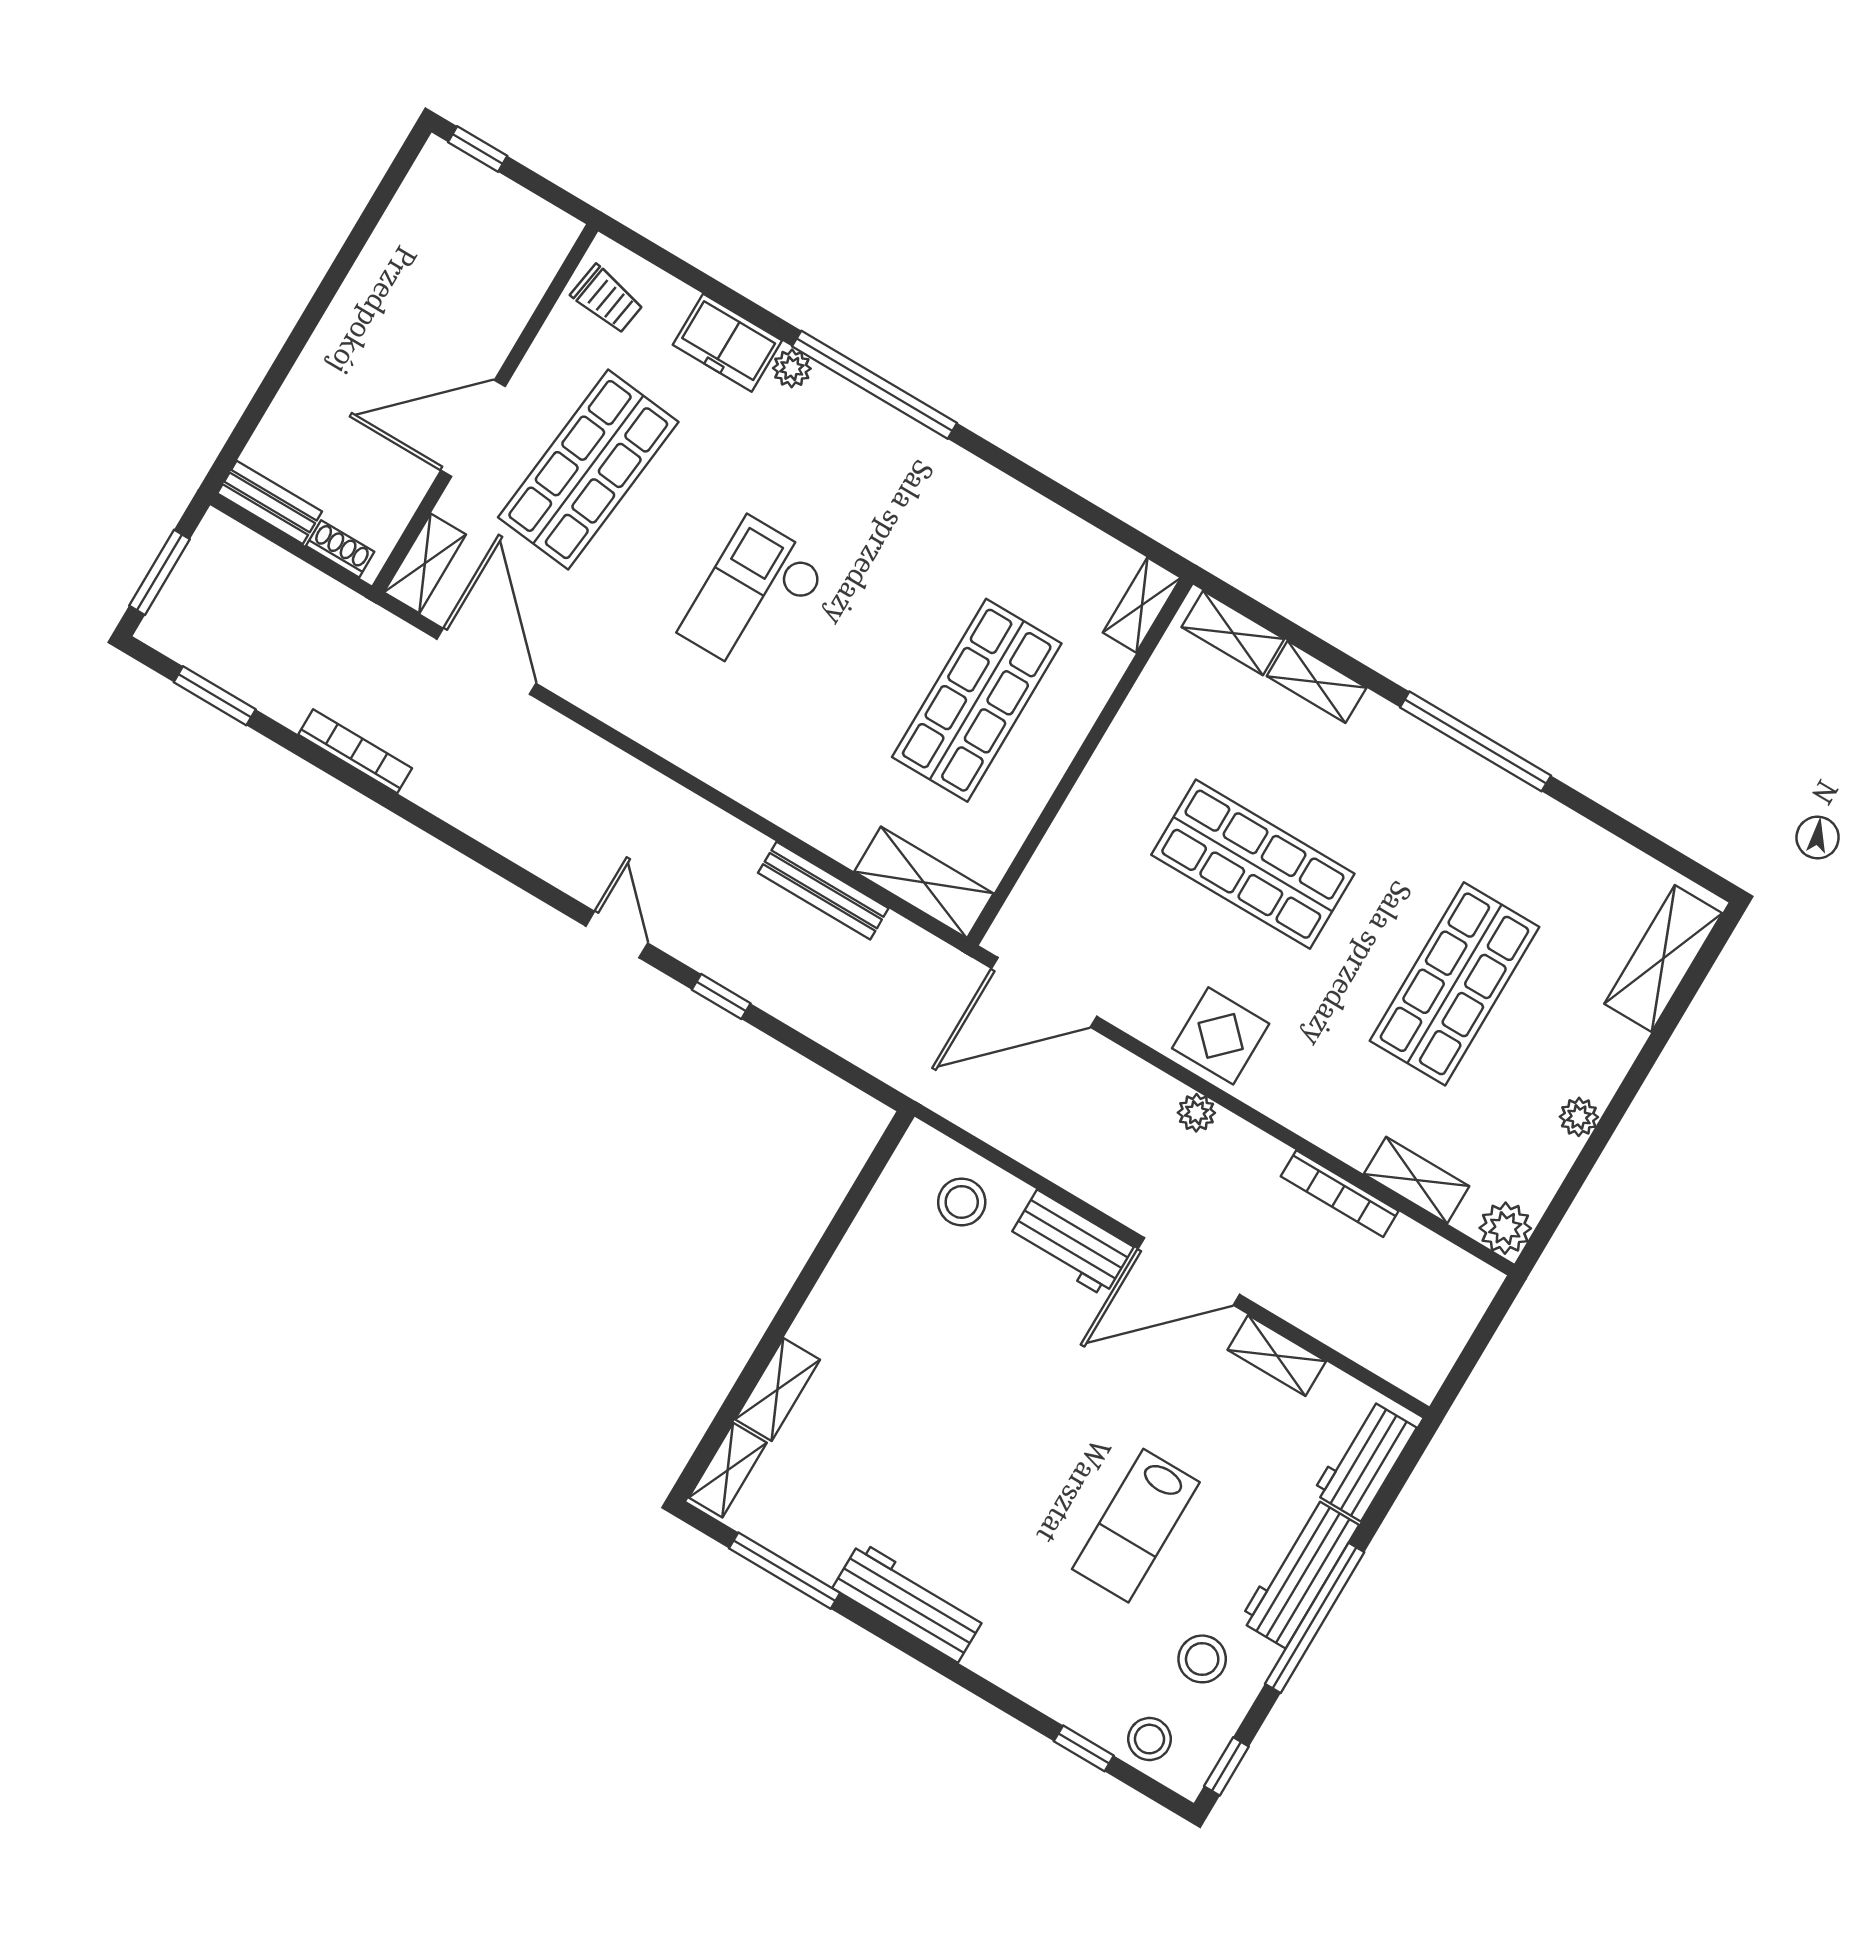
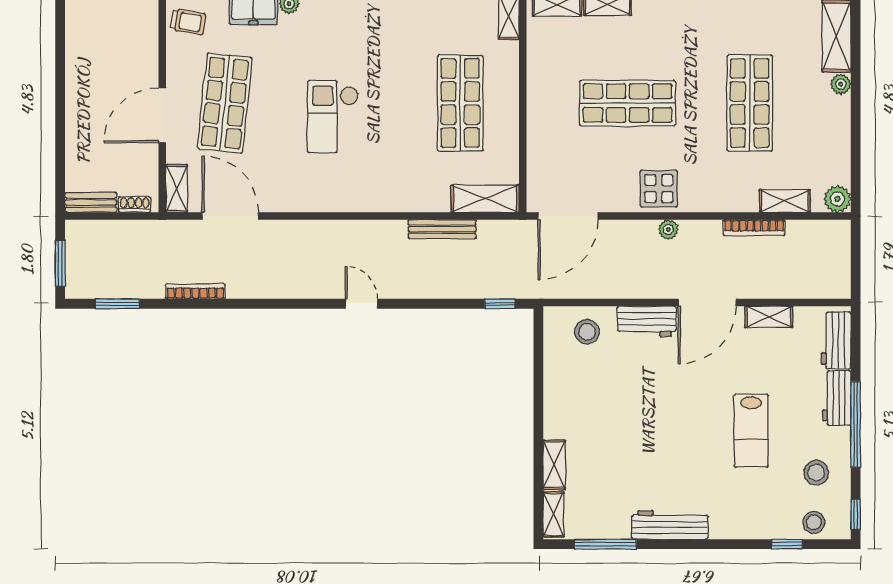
window: (721, 996) -> (500, 304), moved
plant: (1579, 1117) -> (841, 84), moved
workbench: (1299, 1573) -> (837, 398), width x0.73

